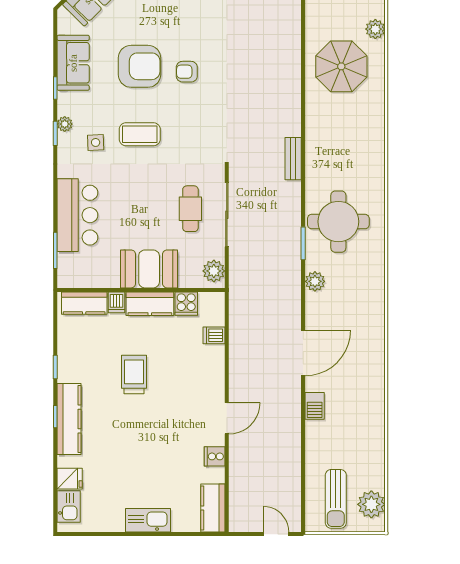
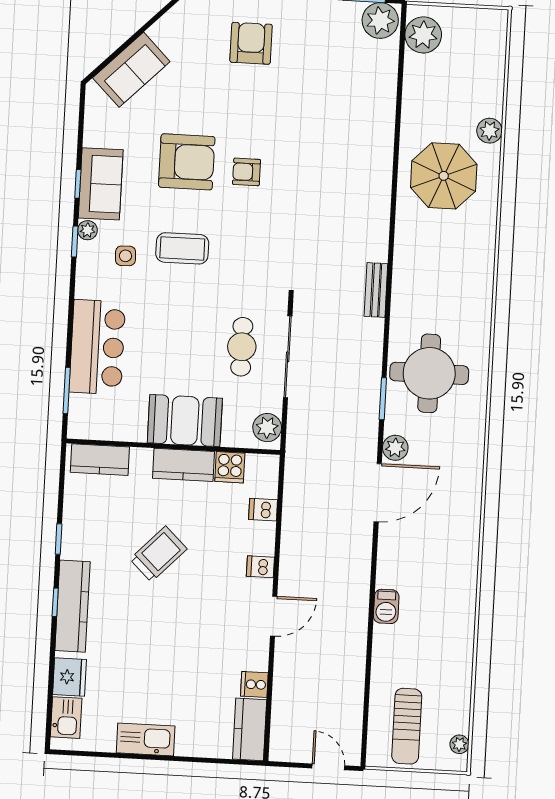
sofa: (73, 63) -> (101, 184), moved
dishwasher: (116, 302) -> (260, 567), moved, turned 90
door: (303, 353) -> (378, 493), moved
trolley: (134, 375) -> (158, 554), turned 44
cooker: (215, 456) -> (254, 684), moved
fridge: (70, 479) -> (70, 677), width x1.38
plant: (371, 504) -> (459, 744), width x0.53, depth x0.53
kitchen sink: (148, 520) -> (146, 739), moved

